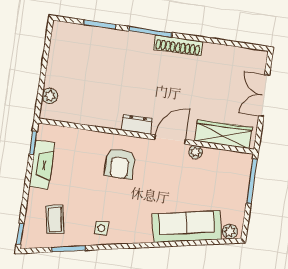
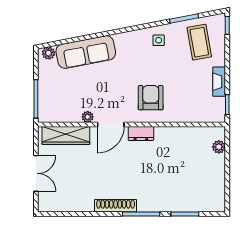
fireplace: (42, 165) -> (219, 82), width x0.73, depth x0.76
coffee table: (55, 219) -> (199, 42), width x1.36, depth x1.30

